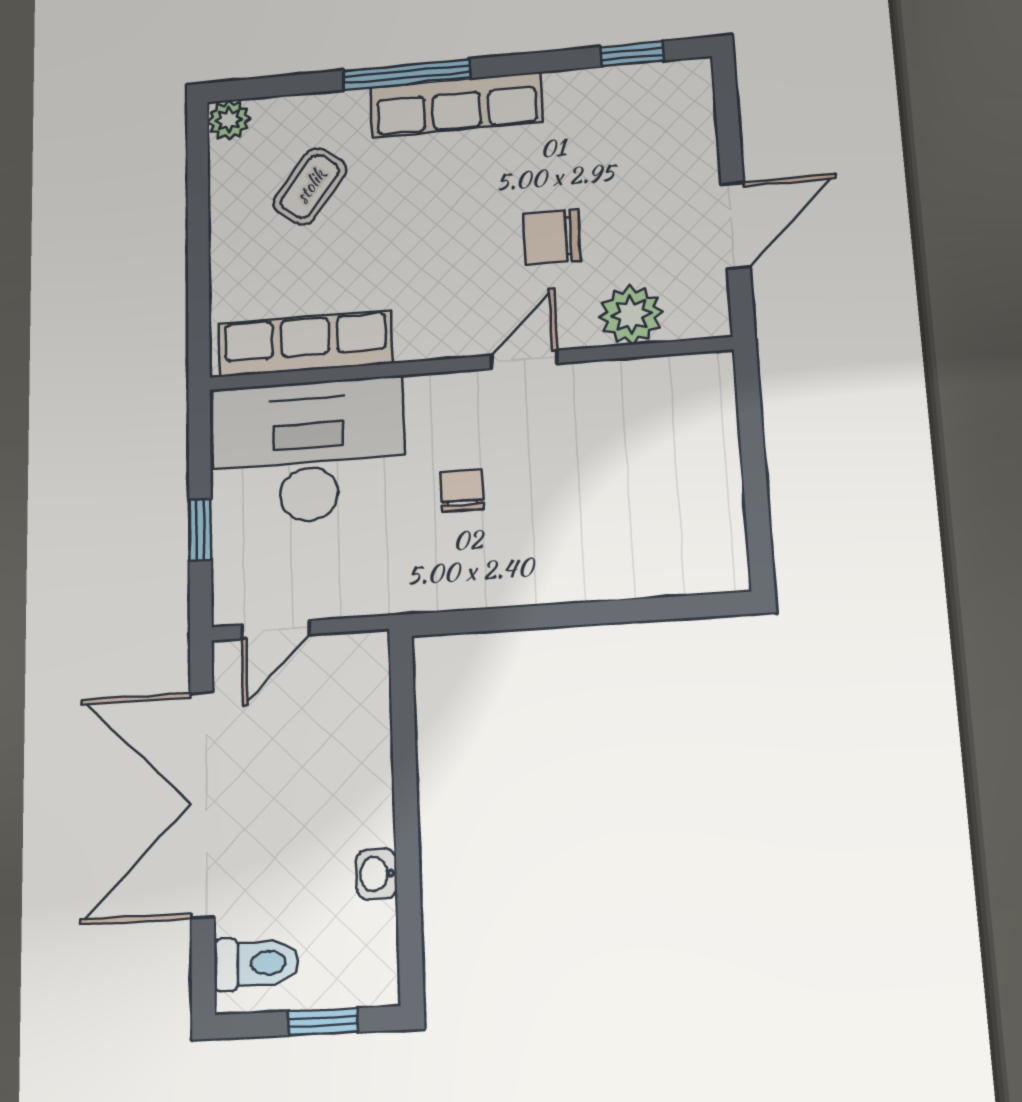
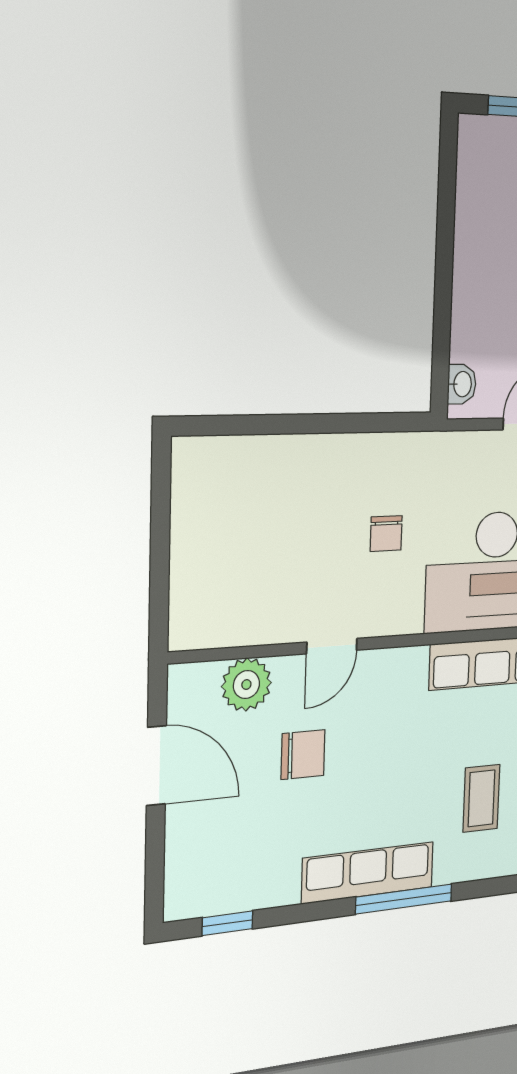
coffee table: (310, 186) -> (481, 798), turned -36
door: (736, 225) -> (156, 766), swing flipped
washbasin: (377, 874) -> (462, 384), moved

